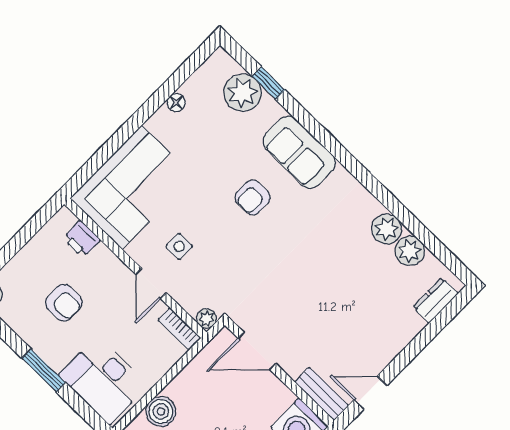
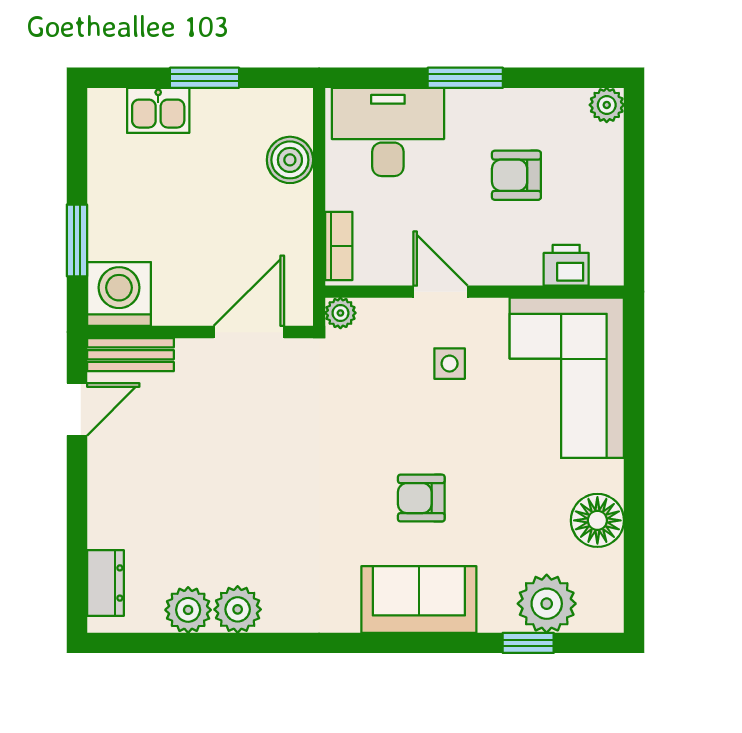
floor lamp: (176, 103) -> (597, 520), width x1.89, depth x1.89
armchair: (253, 197) -> (421, 498), turned -90
bookcase: (179, 329) -> (339, 246), moved, turned 90

